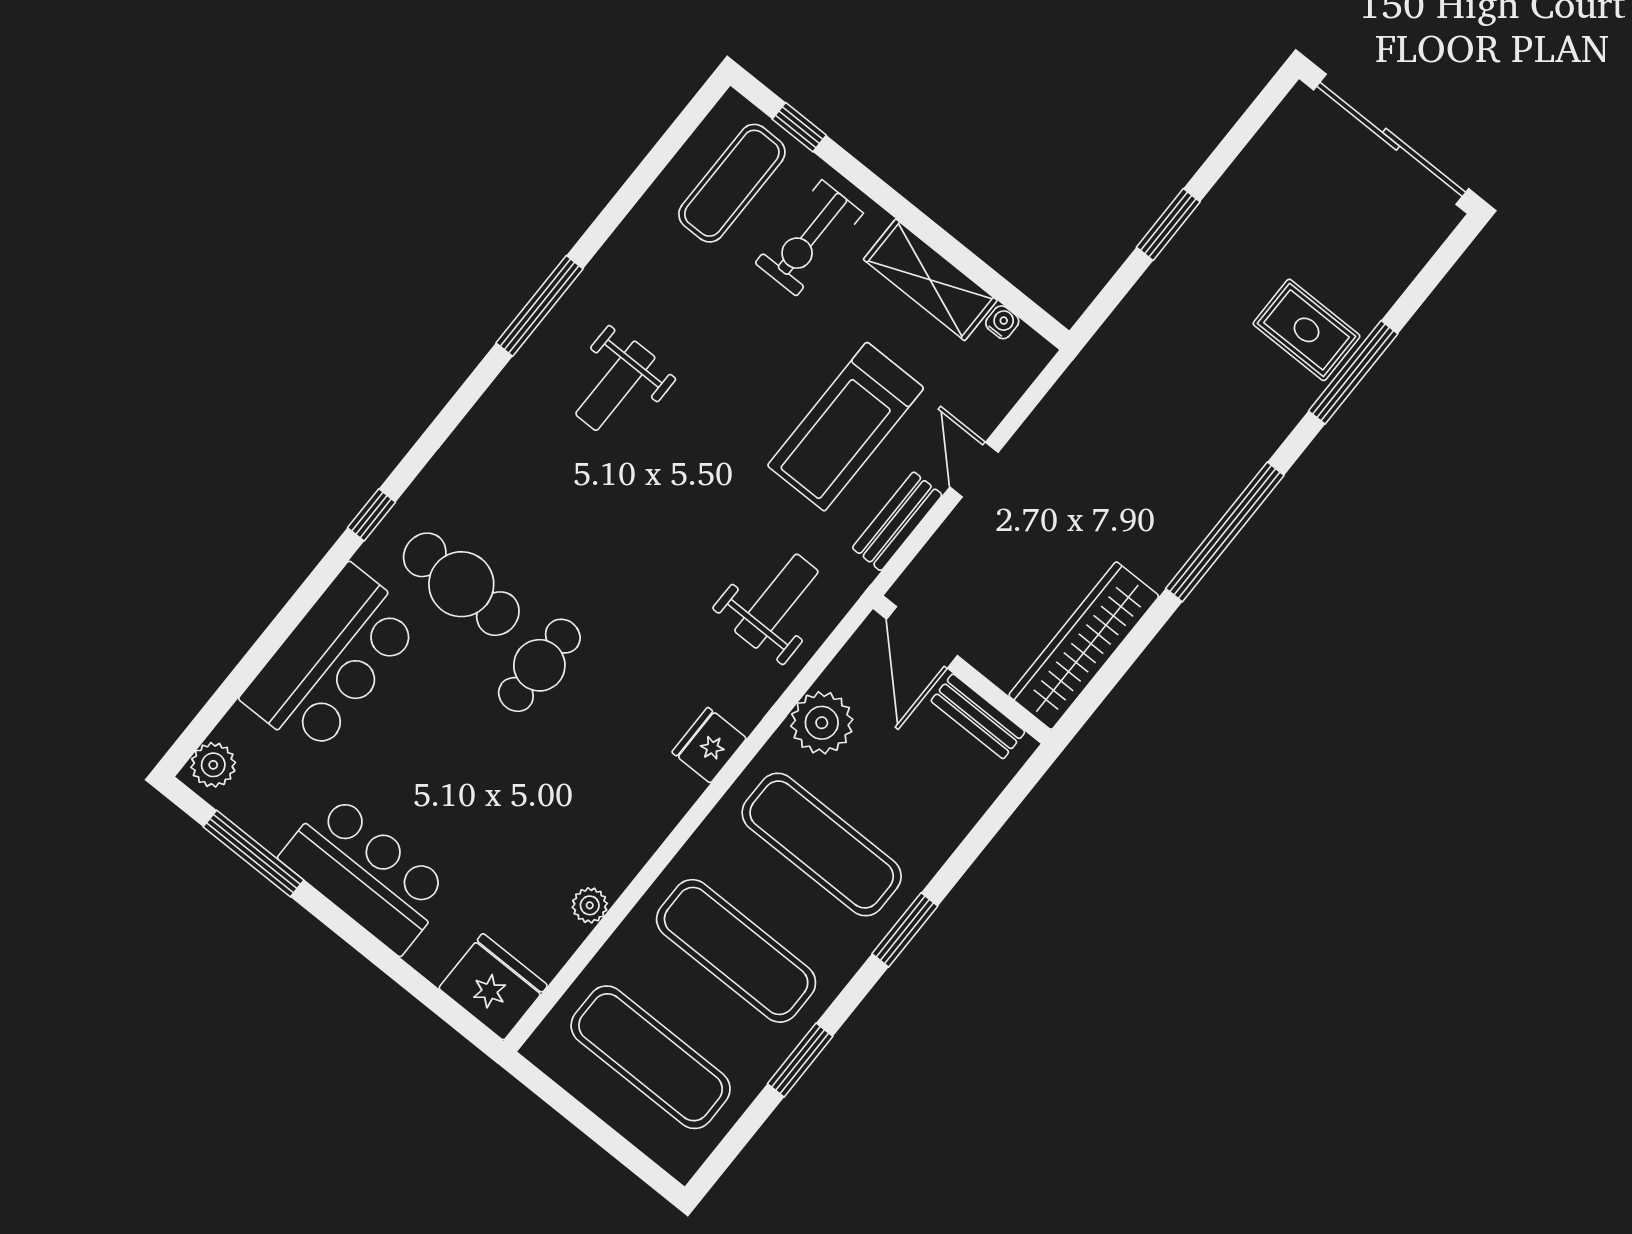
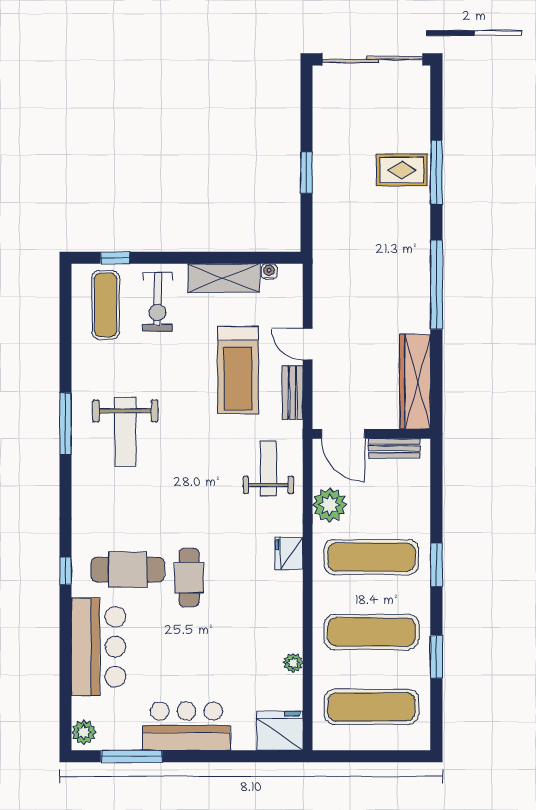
weight bench: (615, 386) -> (125, 432), width x1.36, depth x1.33

